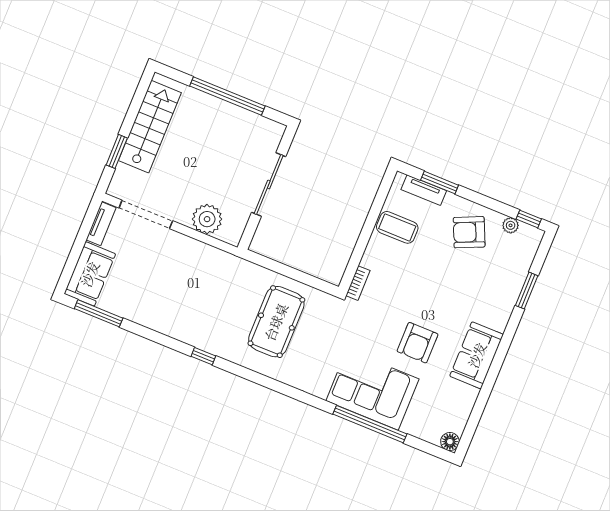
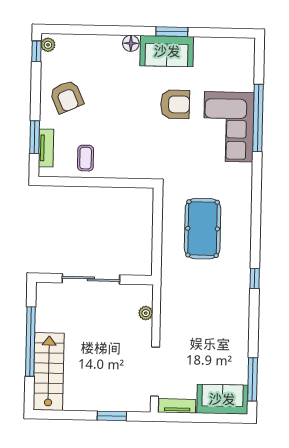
stairs: (150, 127) -> (49, 371), moved, turned 90
plant: (207, 219) -> (146, 313), width x0.53, depth x0.53
plant: (511, 225) -> (48, 45), moved
coffee table: (397, 227) -> (86, 158), width x0.73, depth x0.77
bookcase: (358, 283) -> (144, 173), removed
window: (527, 291) -> (172, 32), moved
pool table: (276, 322) -> (203, 229), turned 90
floor lamp: (450, 442) -> (131, 43), moved

